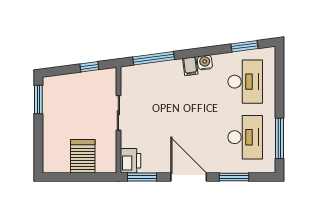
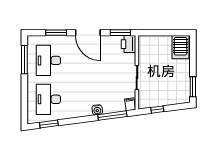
water cooler: (205, 63) -> (97, 110), moved
filing cabinet: (190, 66) -> (130, 104), moved
server rack: (83, 156) -> (181, 47), moved

